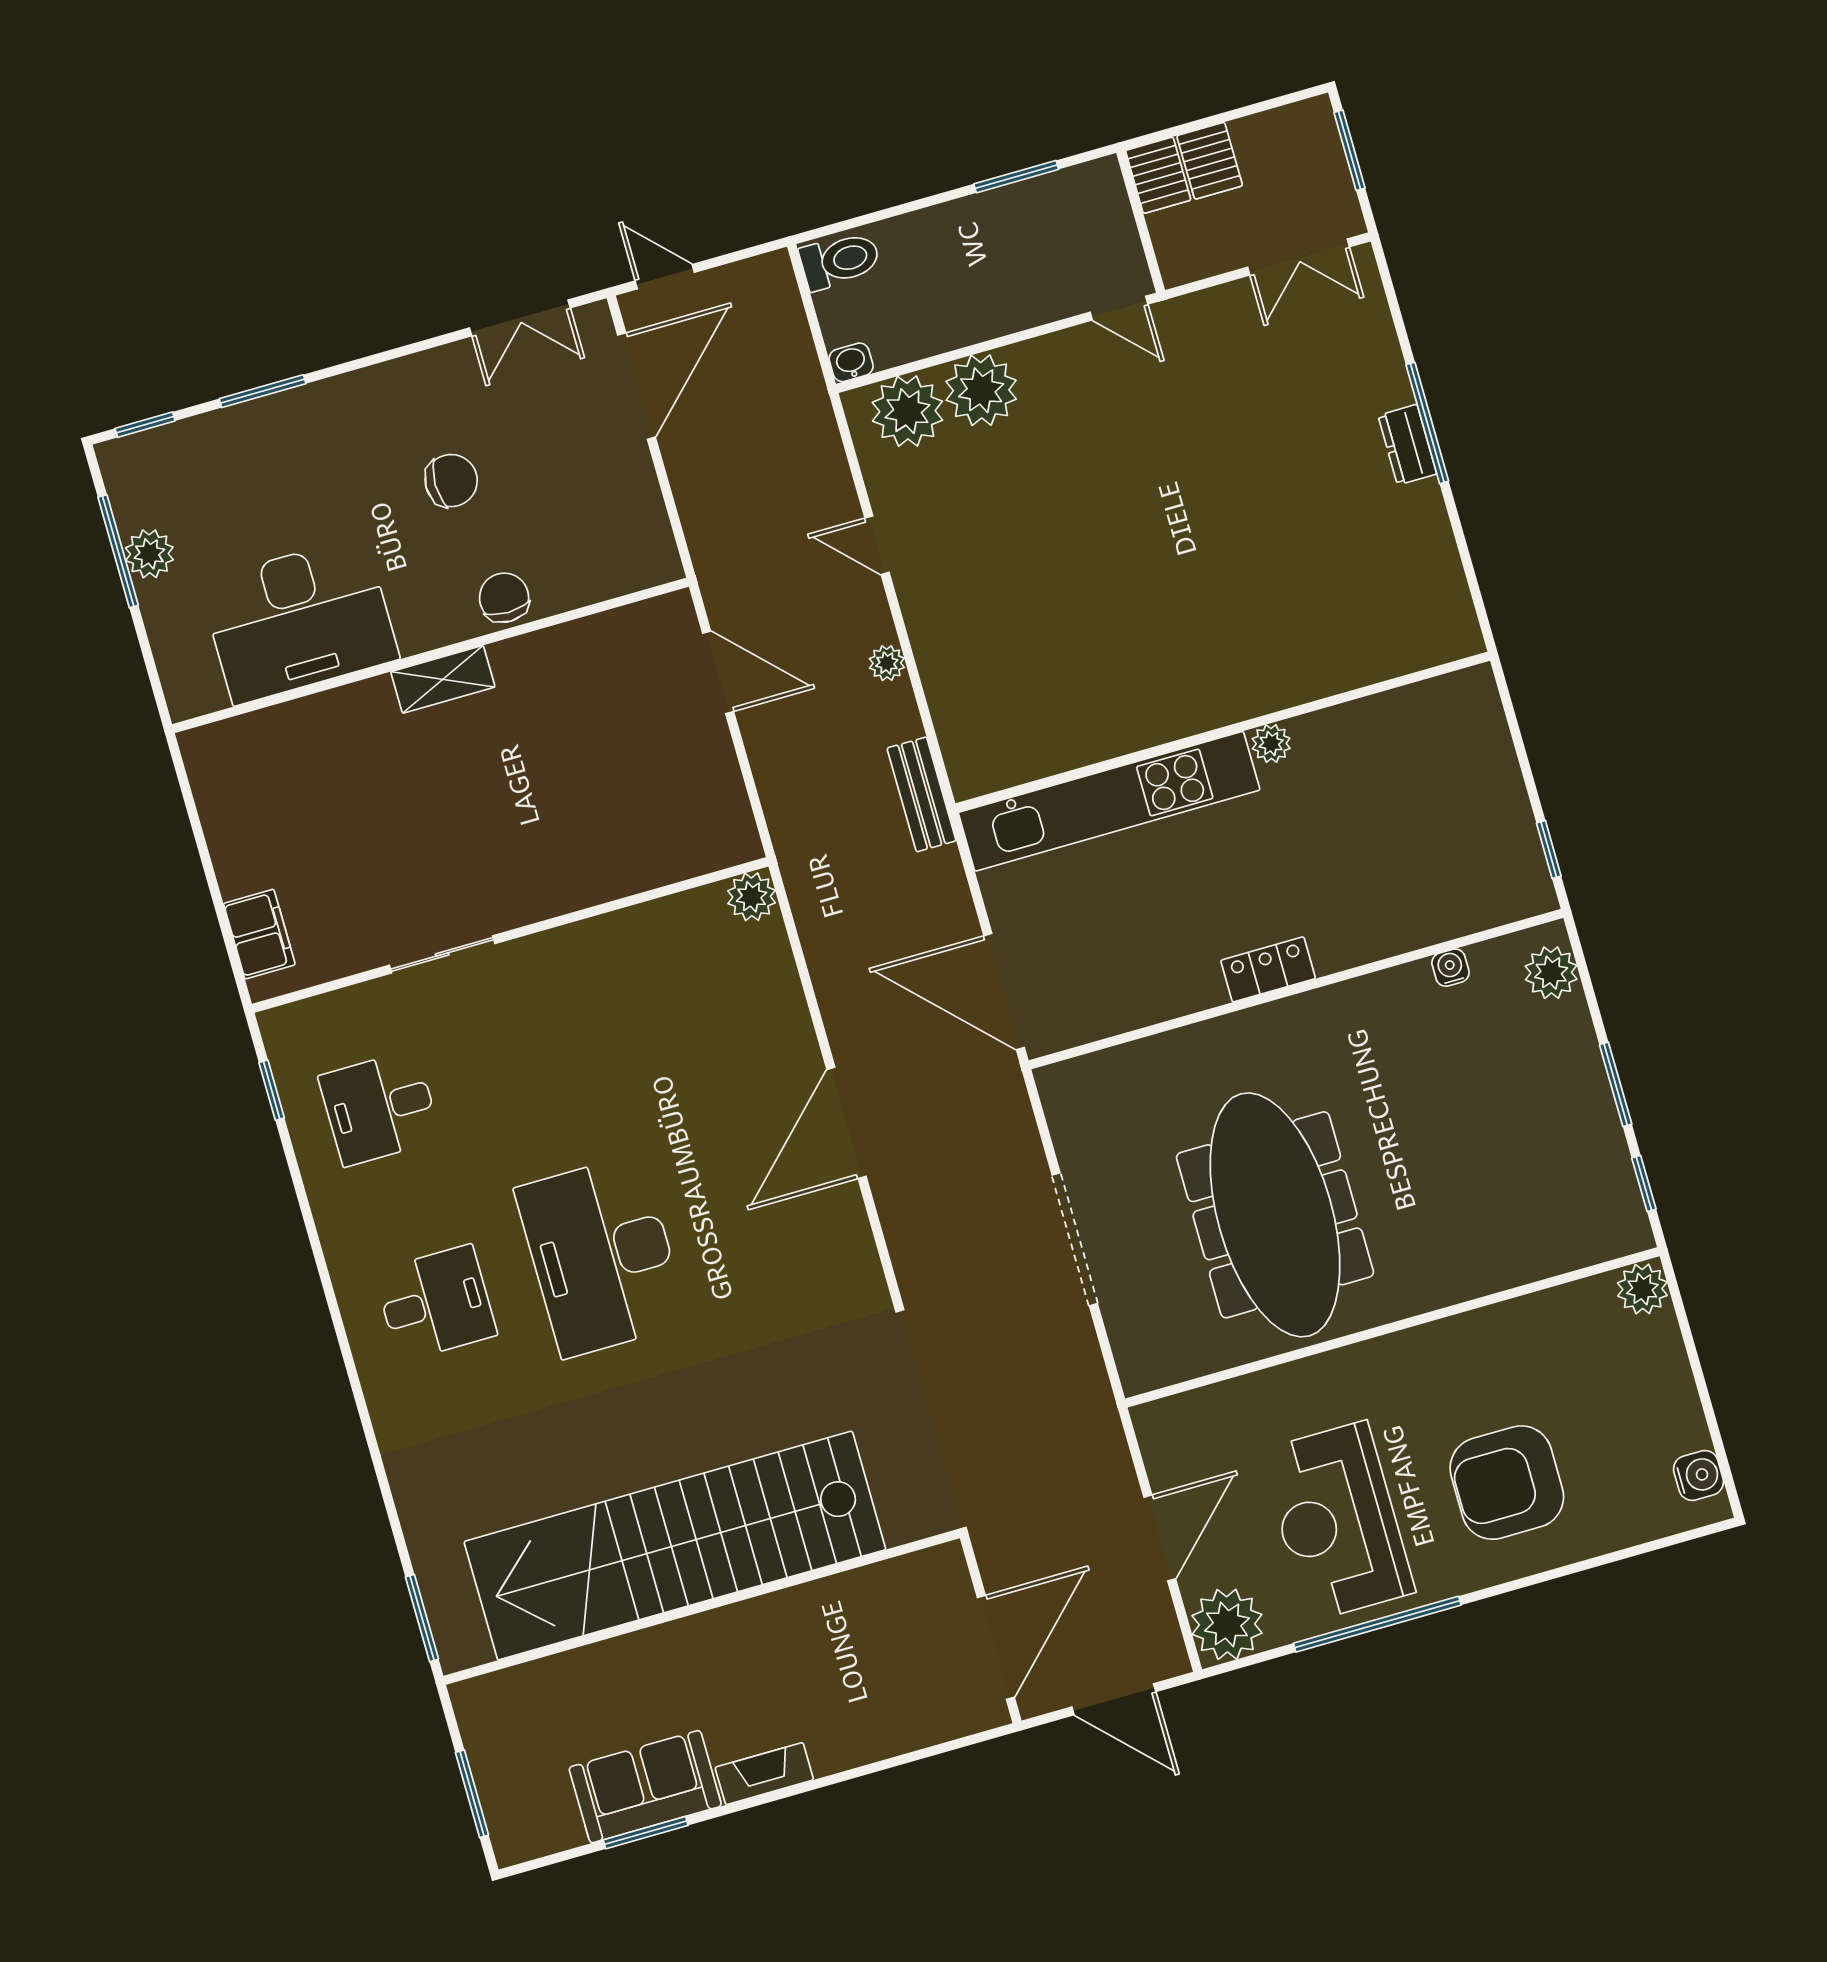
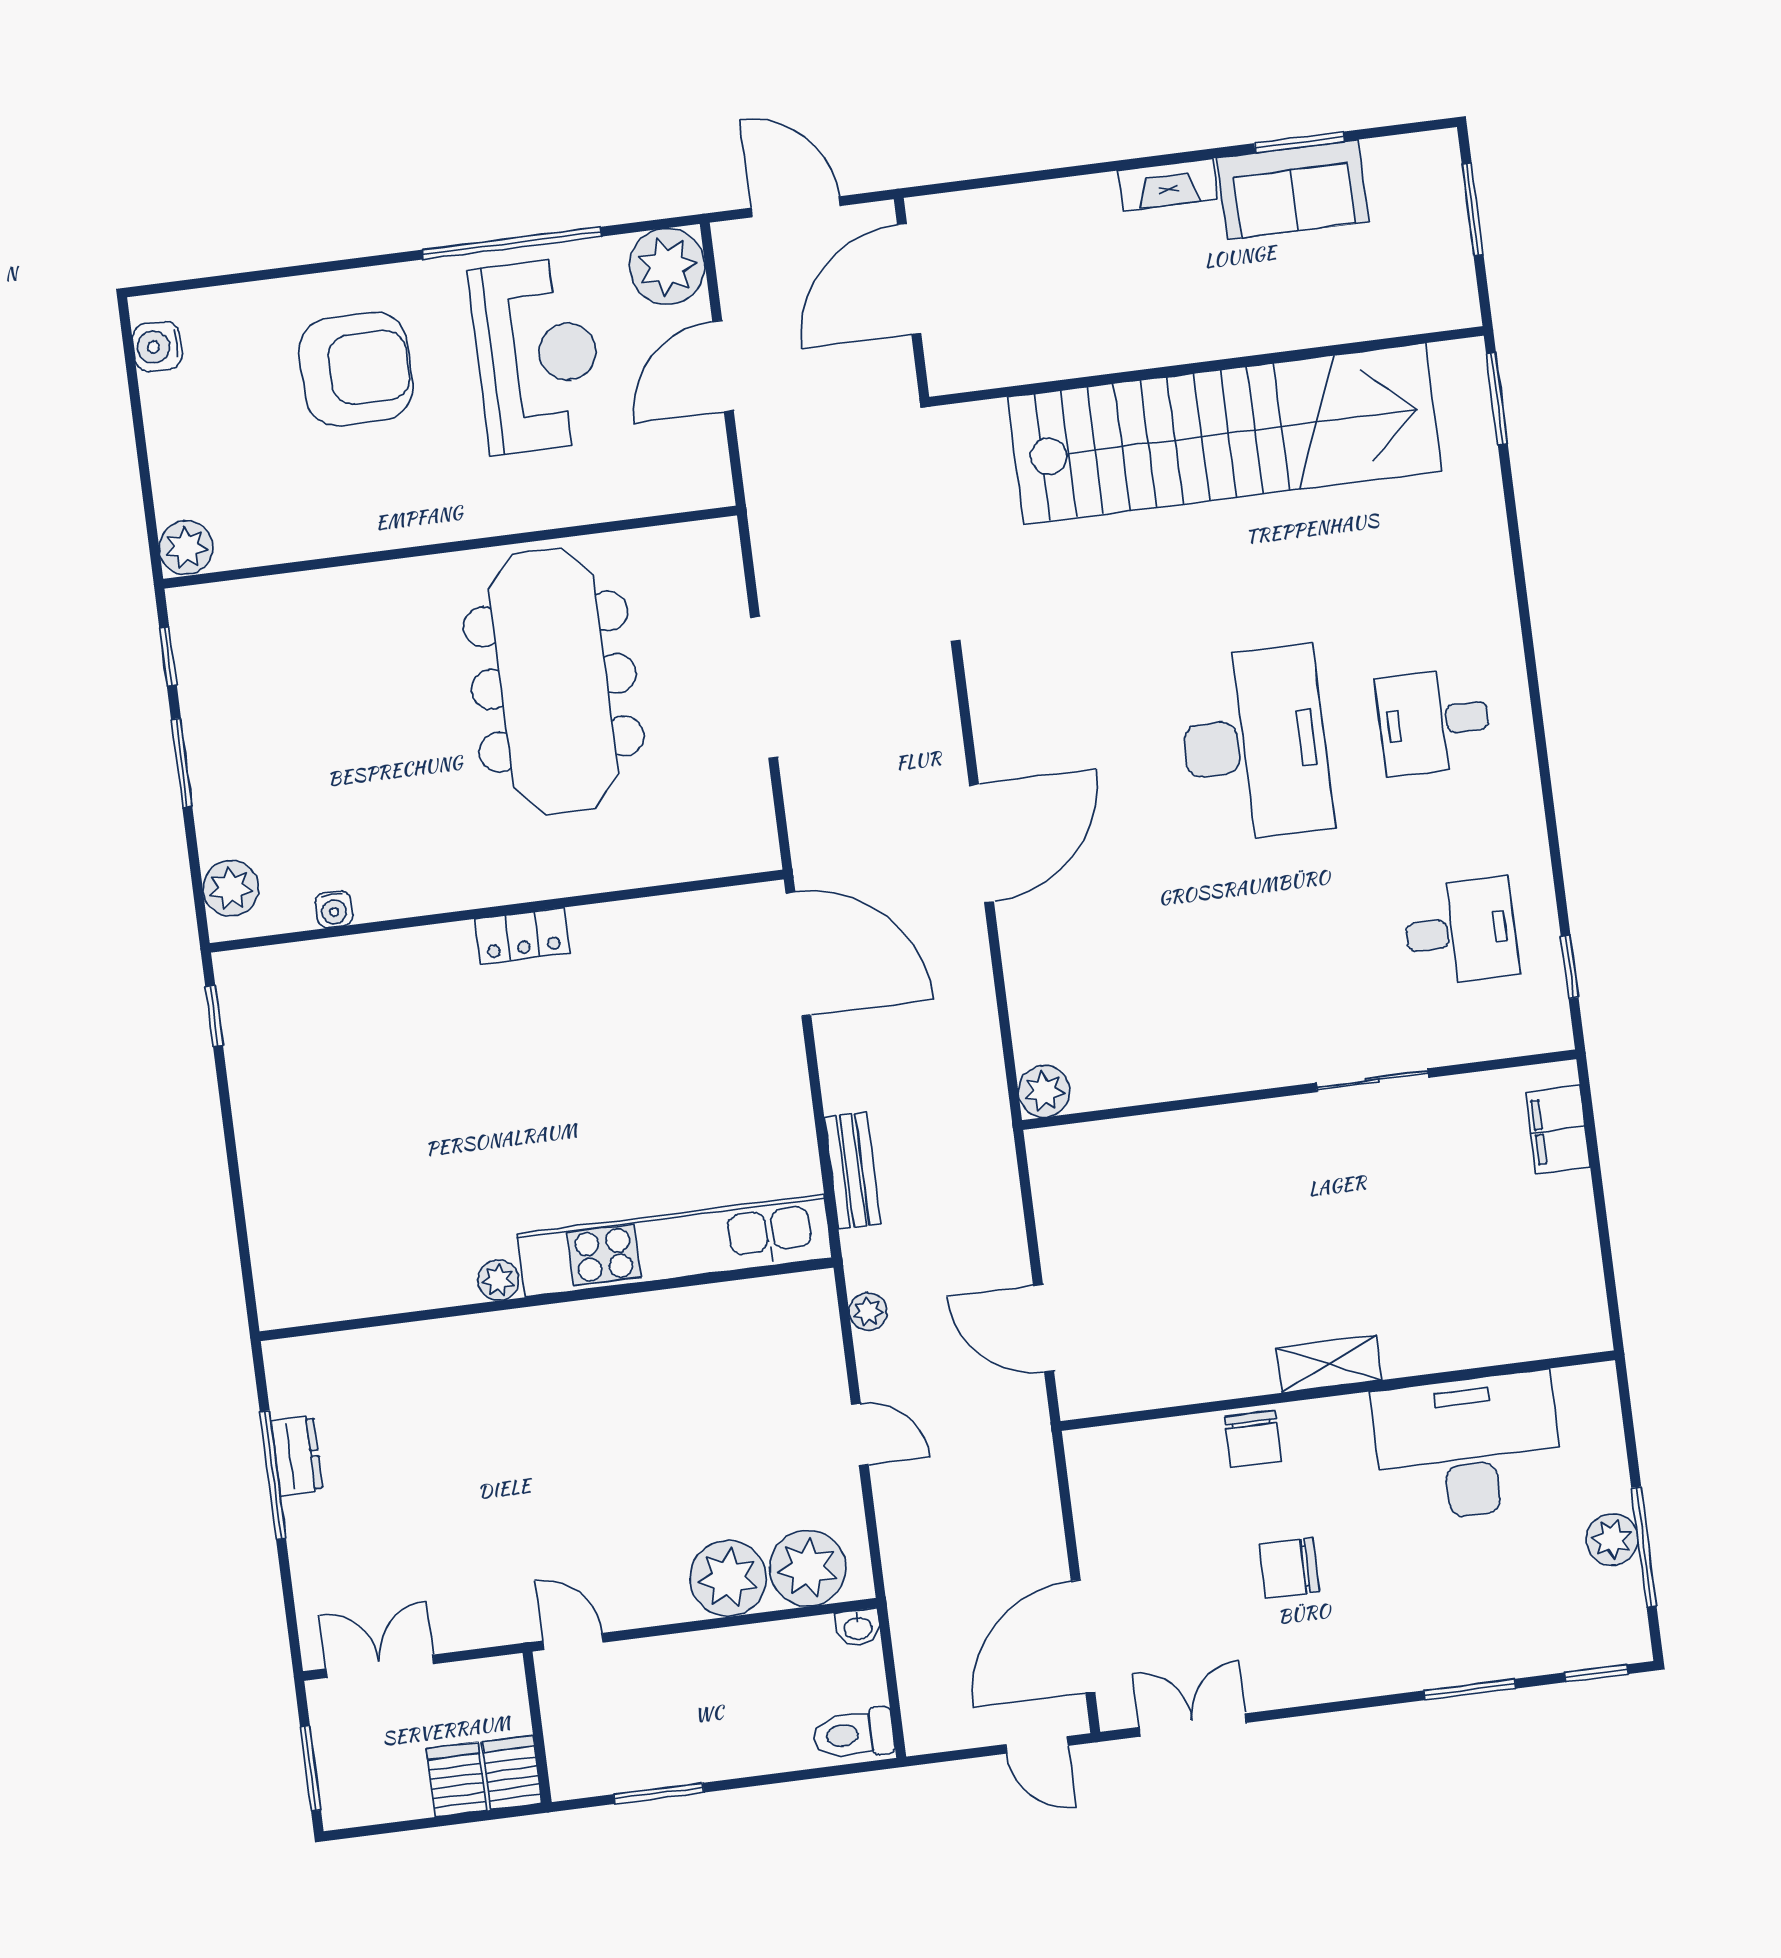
wall: (1223, 732) -> (546, 1300), moved
plant: (1271, 743) -> (498, 1280), moved
kitchen unit: (1109, 801) -> (675, 1246), moved

